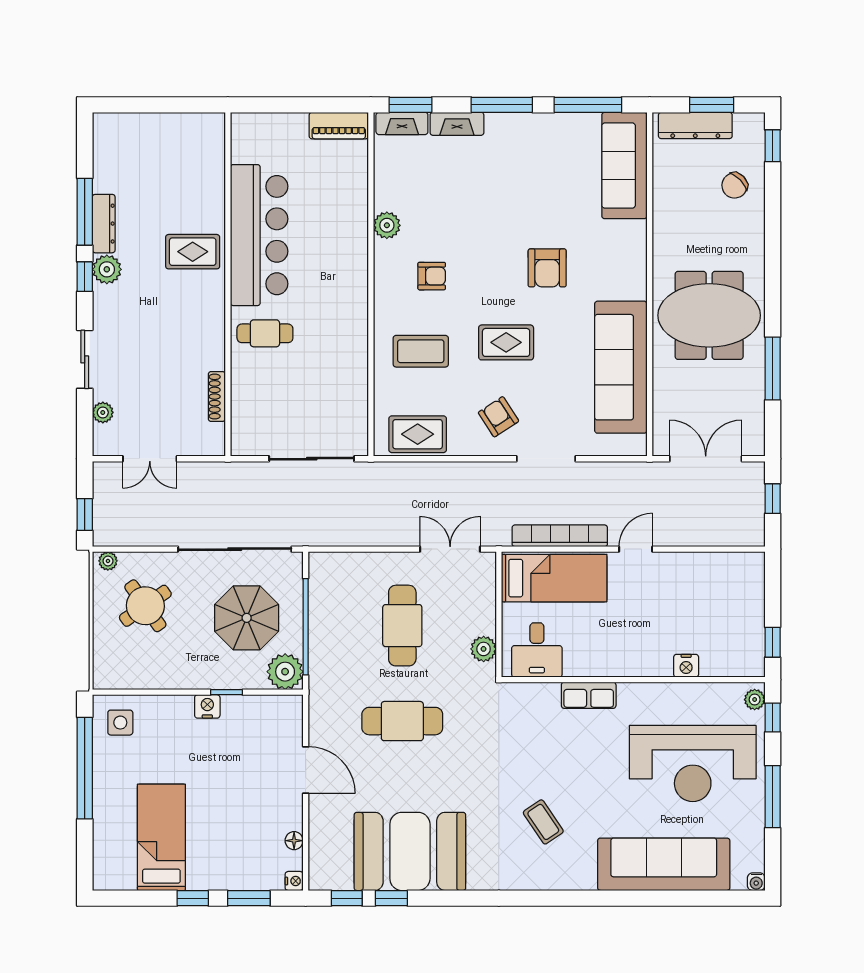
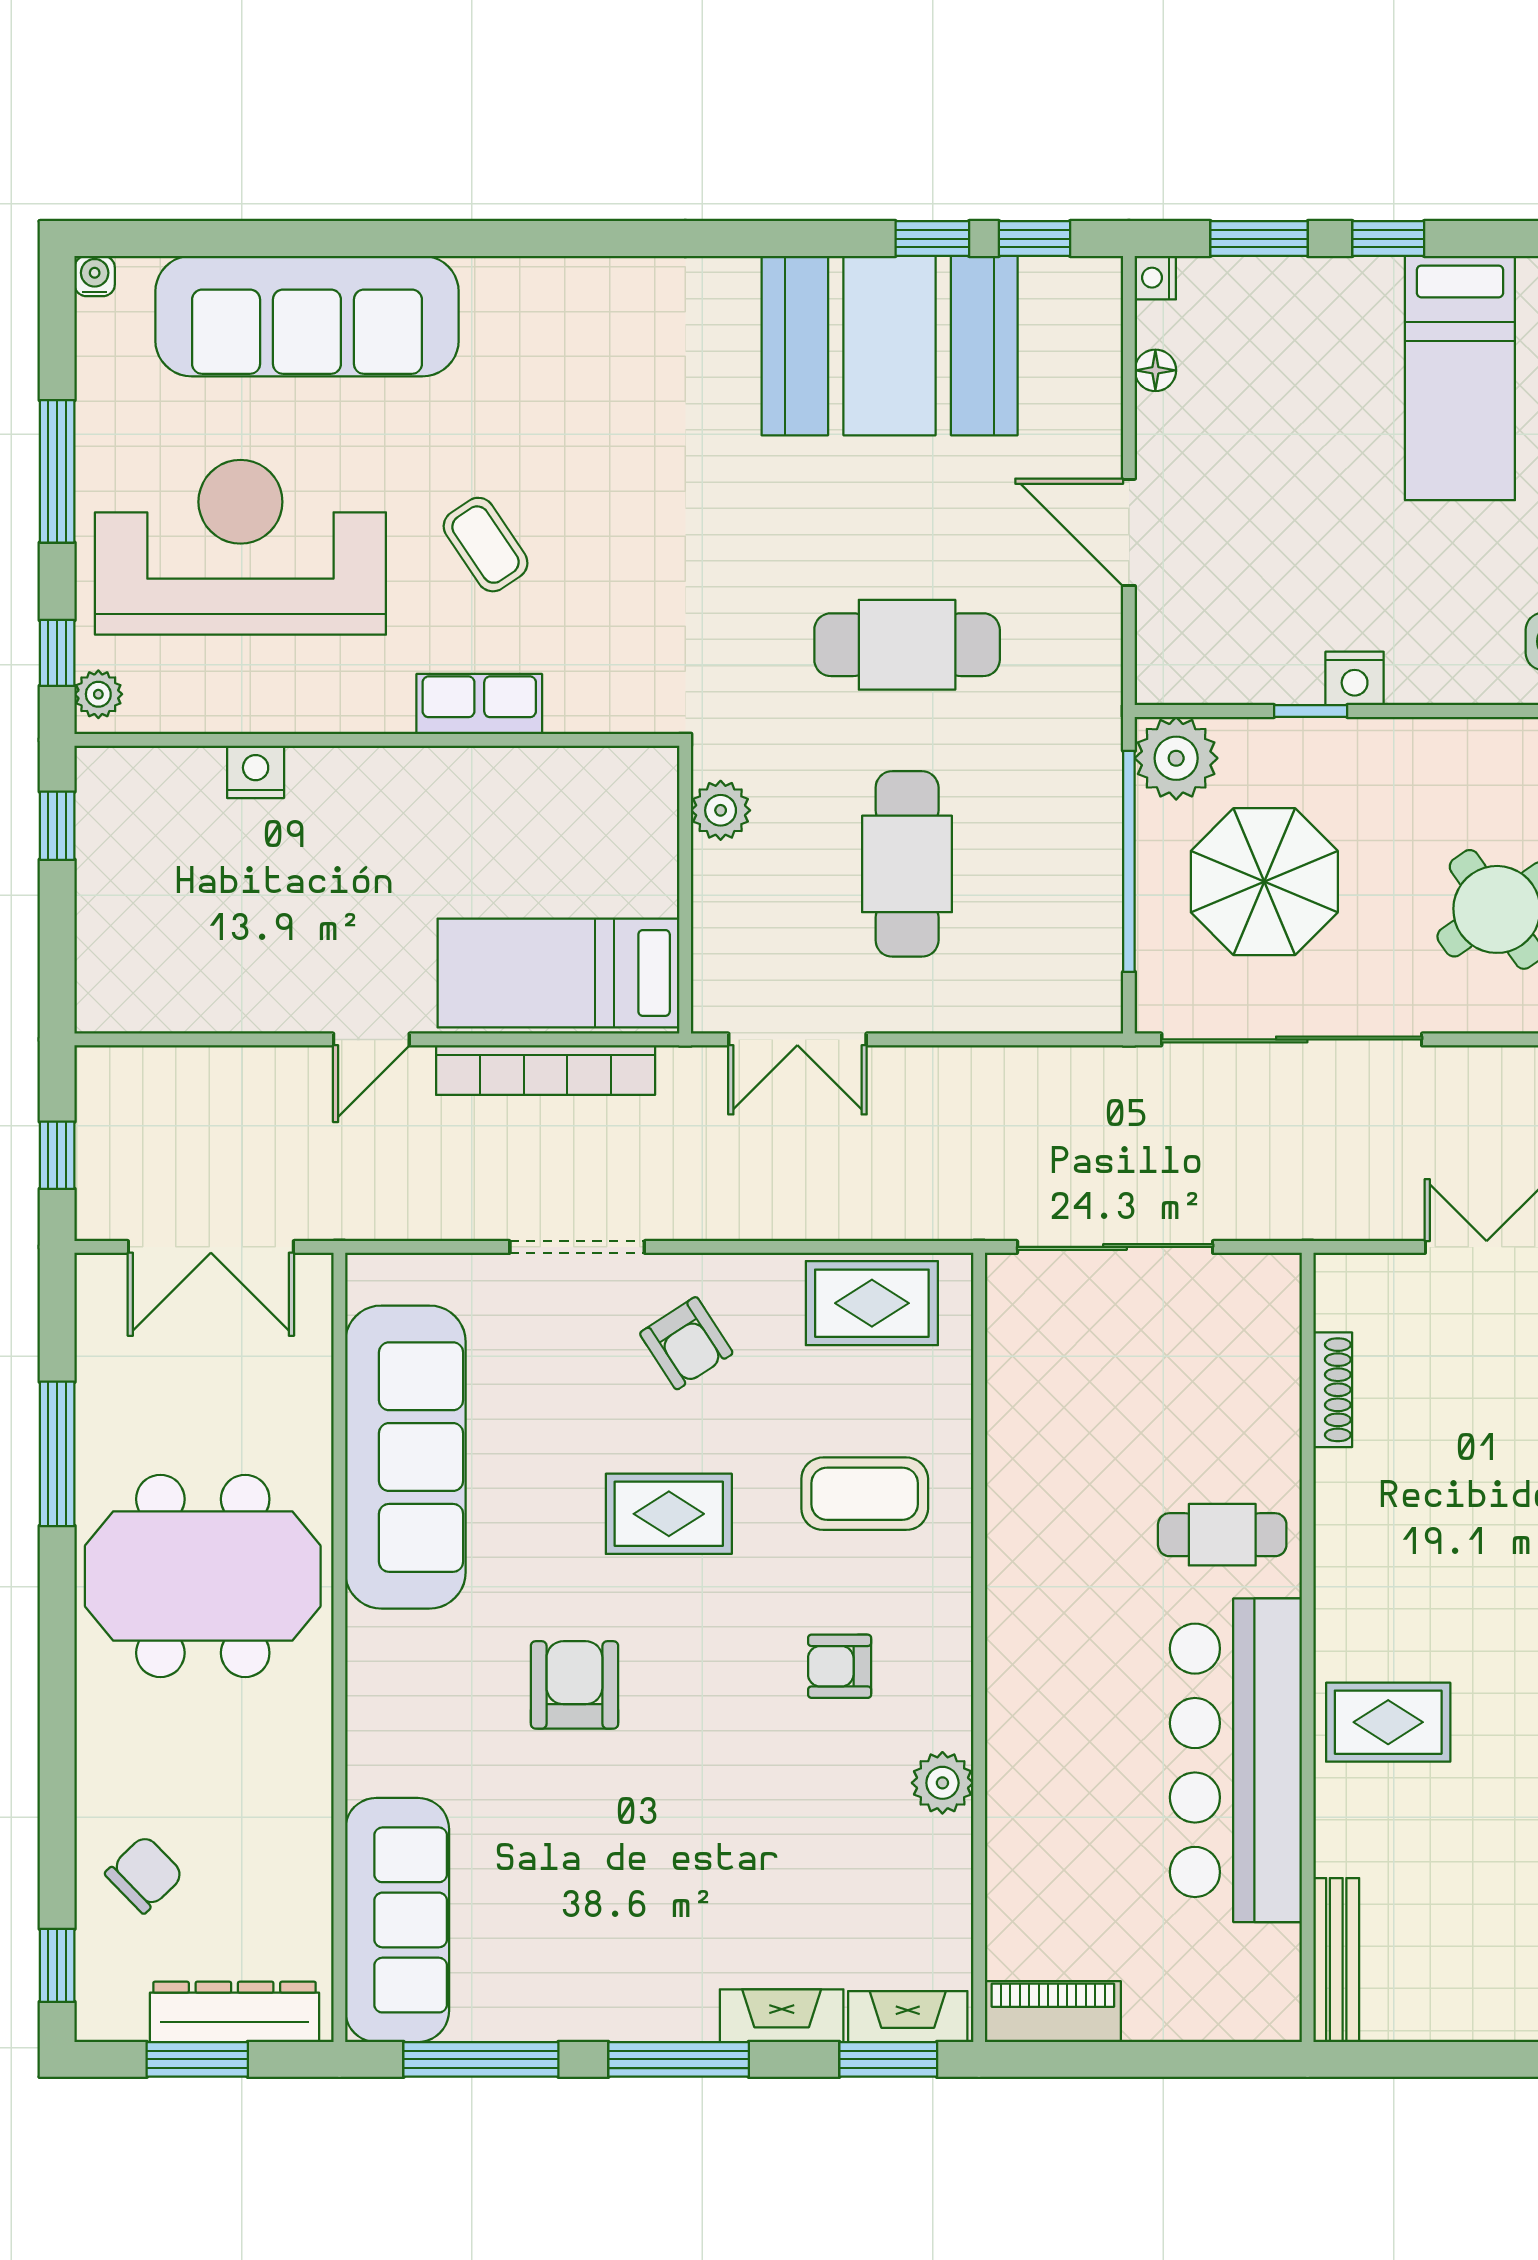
bench: (215, 148) -> (1336, 1960), added
desk: (537, 650) -> (598, 808), removed
coffee table: (543, 822) -> (486, 545), moved

